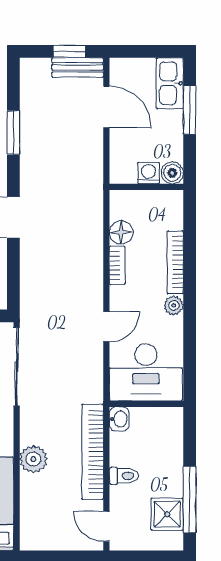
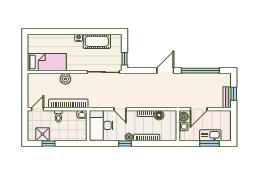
kitchen sink: (170, 83) -> (210, 135), moved
door: (106, 107) -> (199, 109), moved
window: (13, 133) -> (200, 71), width x2.11
boiler: (172, 173) -> (184, 117), moved
window: (190, 314) -> (125, 143), added
window: (190, 500) -> (49, 143), width x0.46

